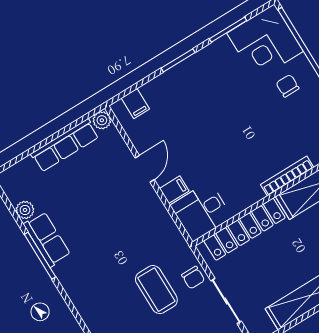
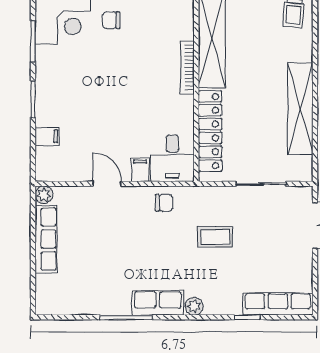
filing cabinet: (135, 104) -> (47, 136), moved
plant: (25, 210) -> (194, 306), moved
row of seats: (47, 239) -> (158, 303), moved
chair: (193, 278) -> (164, 203), moved
coffee table: (156, 290) -> (215, 237), width x0.73, depth x0.77

